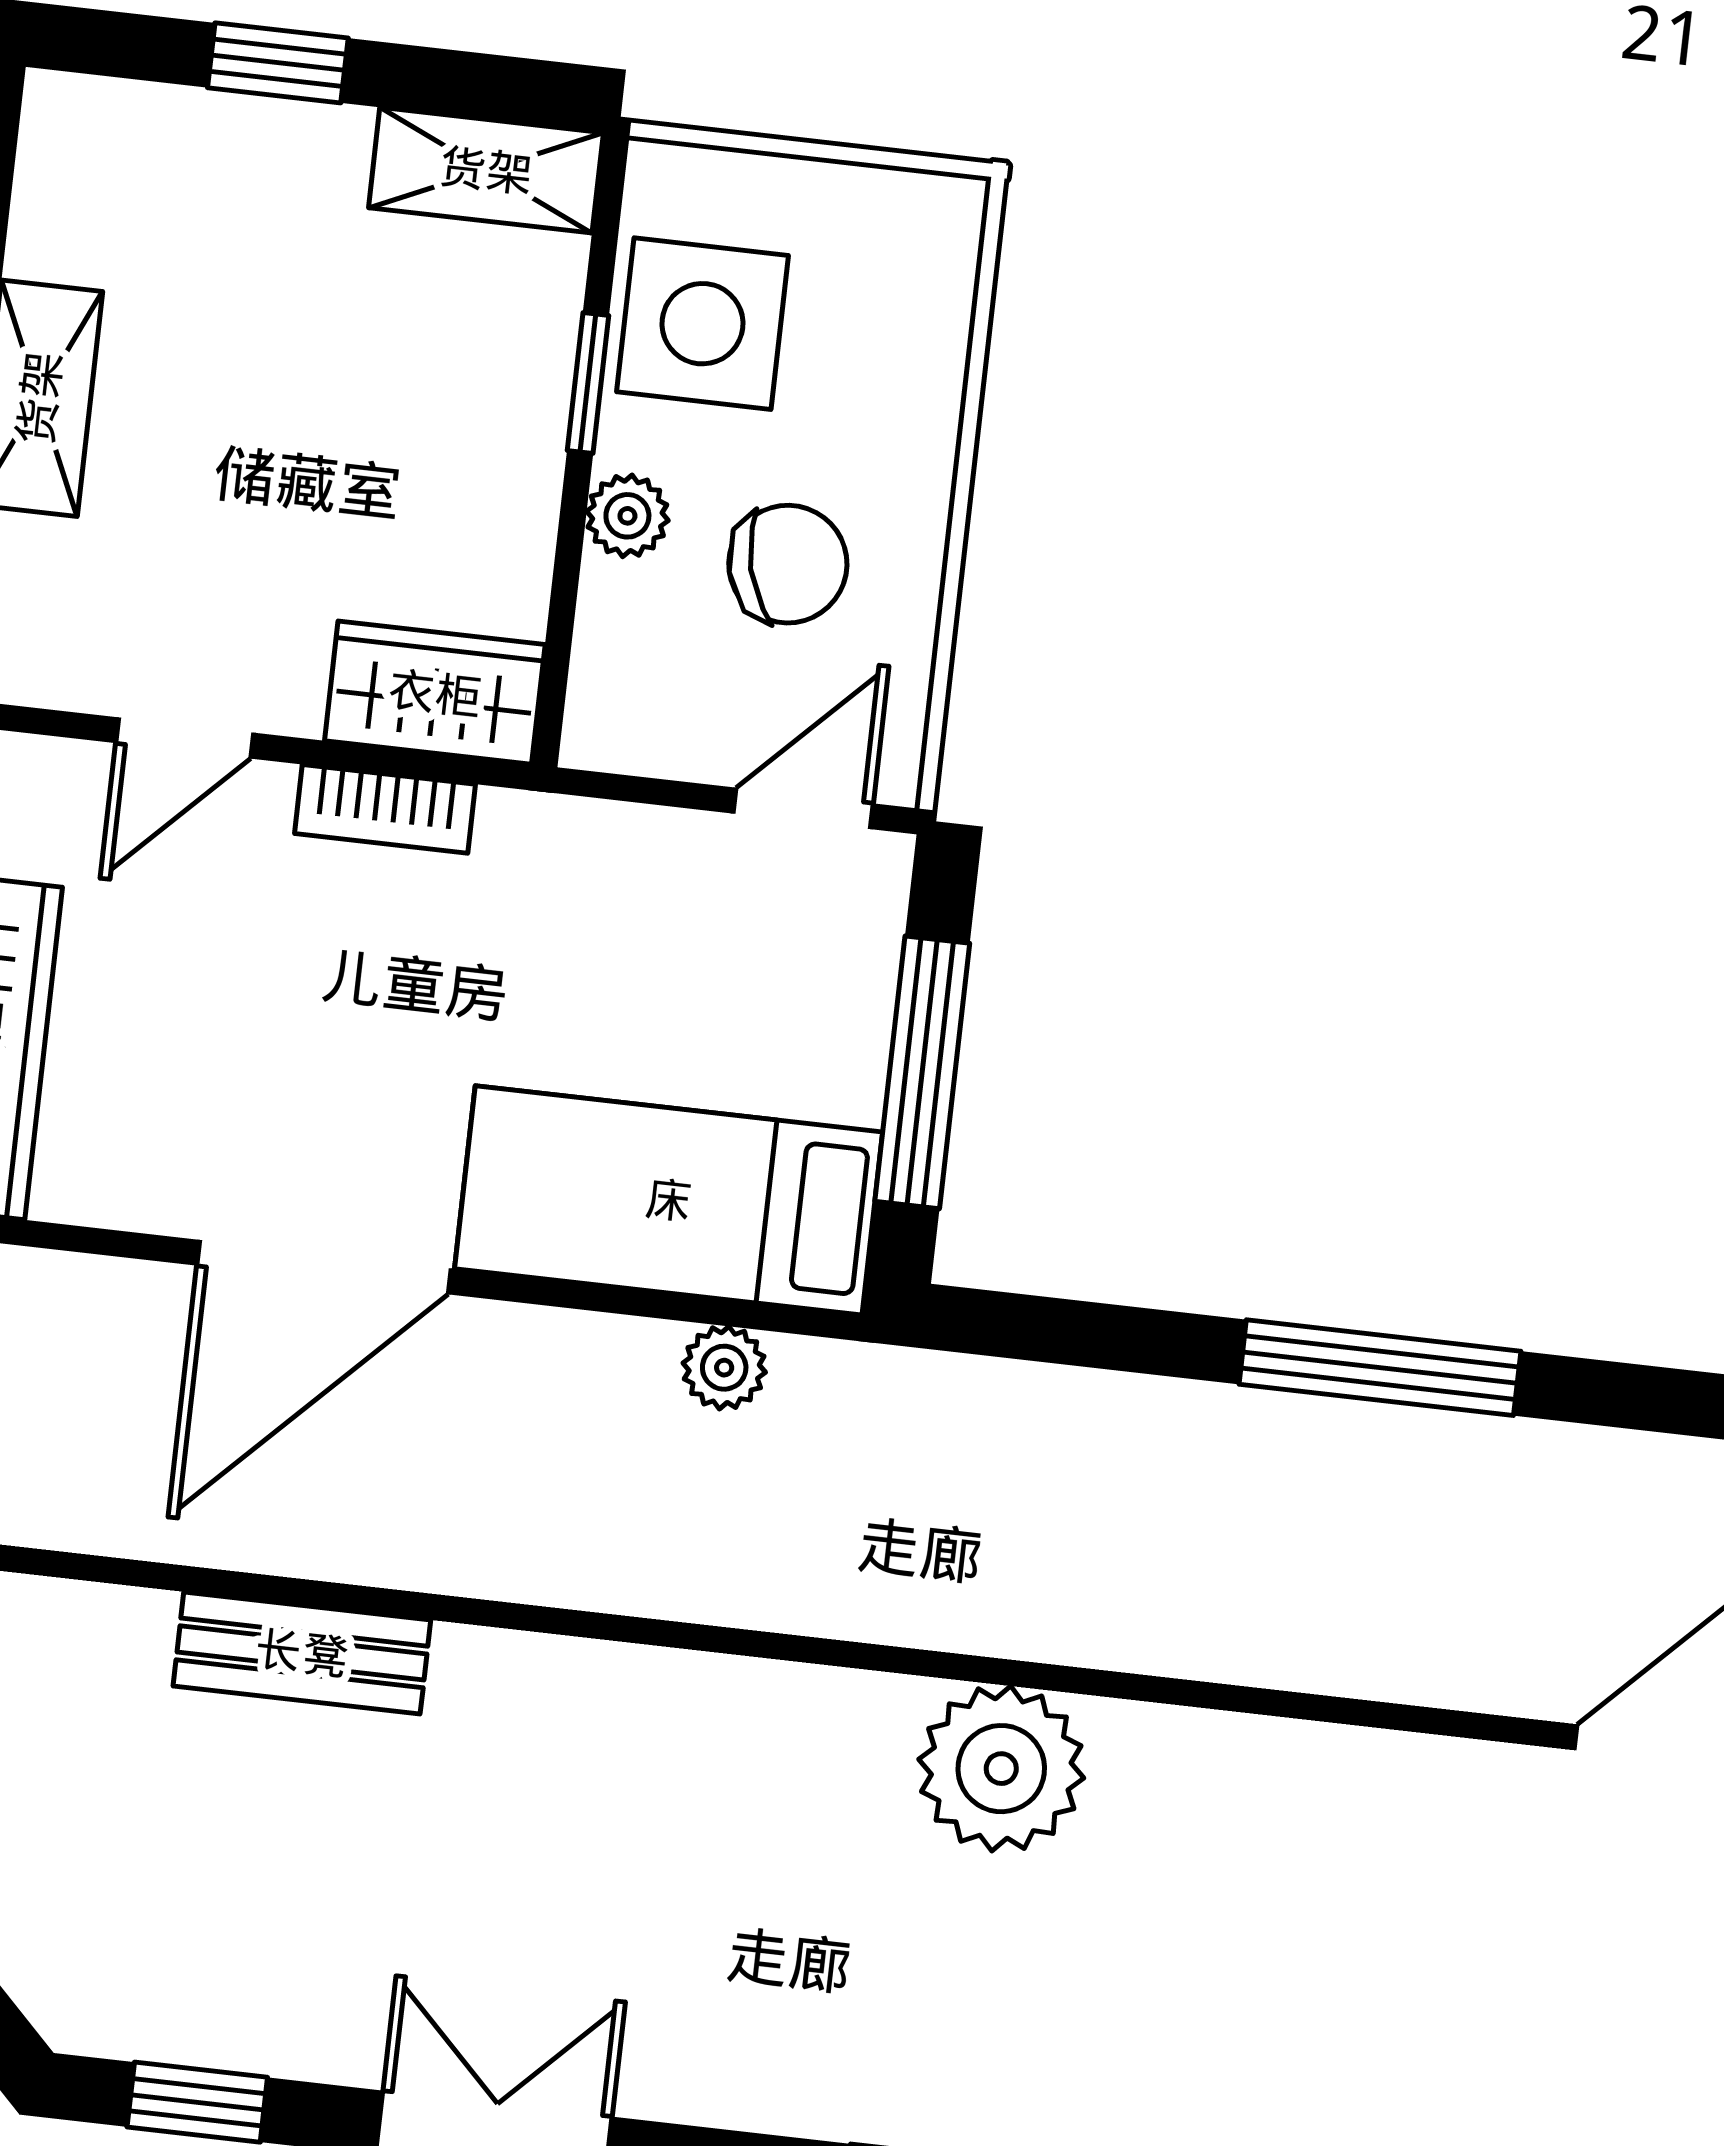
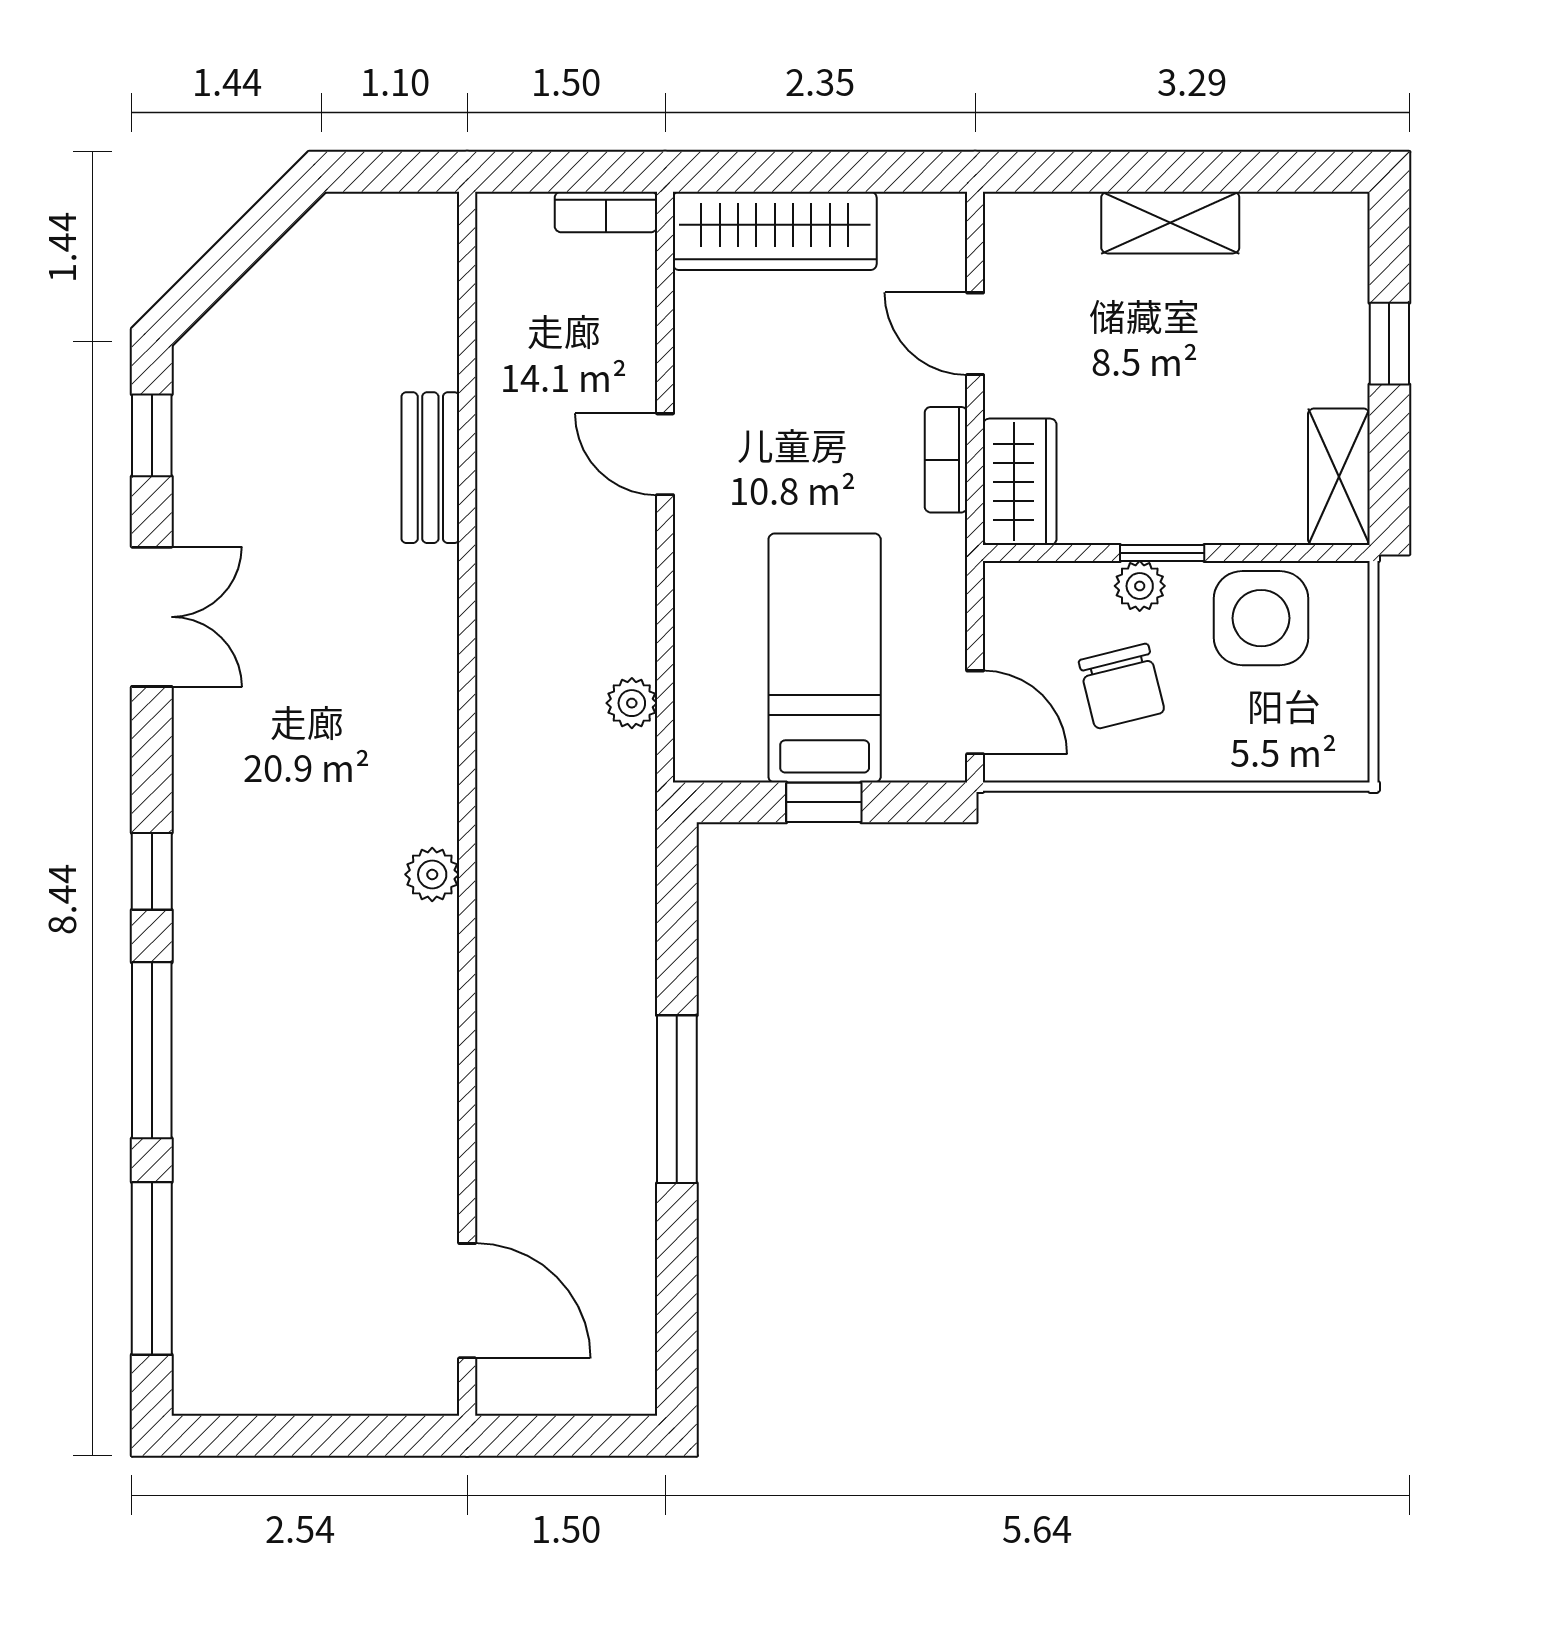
window: (588, 383) -> (1162, 553), moved
window: (922, 1072) -> (824, 802), width x0.46
bed: (669, 1200) -> (825, 658), moved
door: (324, 1267) -> (665, 454), width x0.53
plant: (1001, 1769) -> (432, 874), width x0.53, depth x0.53

